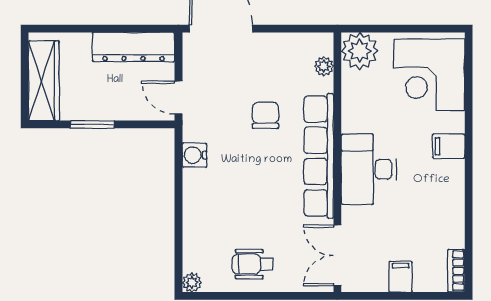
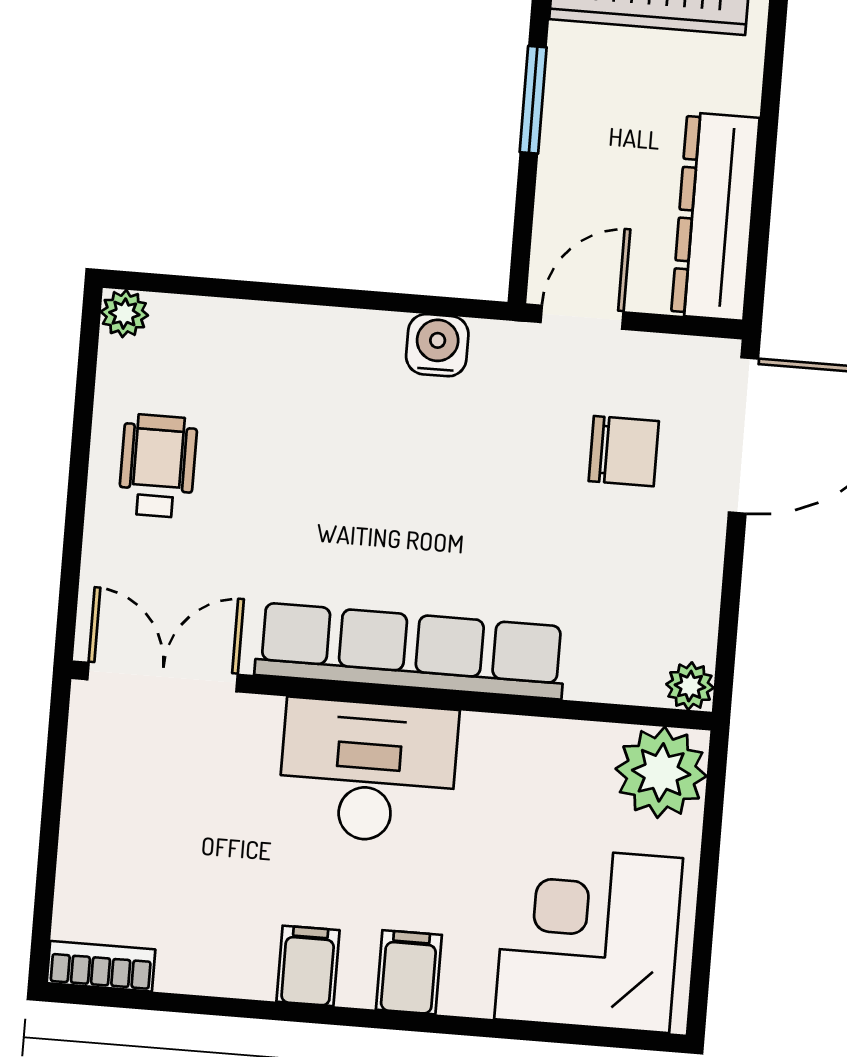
plant: (324, 66) -> (690, 686), moved
chair: (266, 115) -> (624, 451), moved
filing cabinet: (401, 277) -> (308, 966), moved, turned -90

